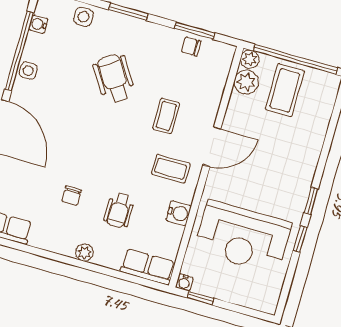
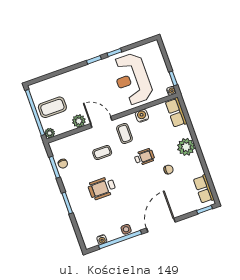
side table: (83, 17) -> (84, 222), removed
wheelchair: (114, 78) -> (102, 188), turned 34
plant: (246, 82) -> (79, 121), moved
wheelchair: (119, 210) -> (144, 157), moved
reception desk: (243, 237) -> (132, 79), turned 180
plant: (84, 253) -> (186, 147), width x1.88, depth x1.88

